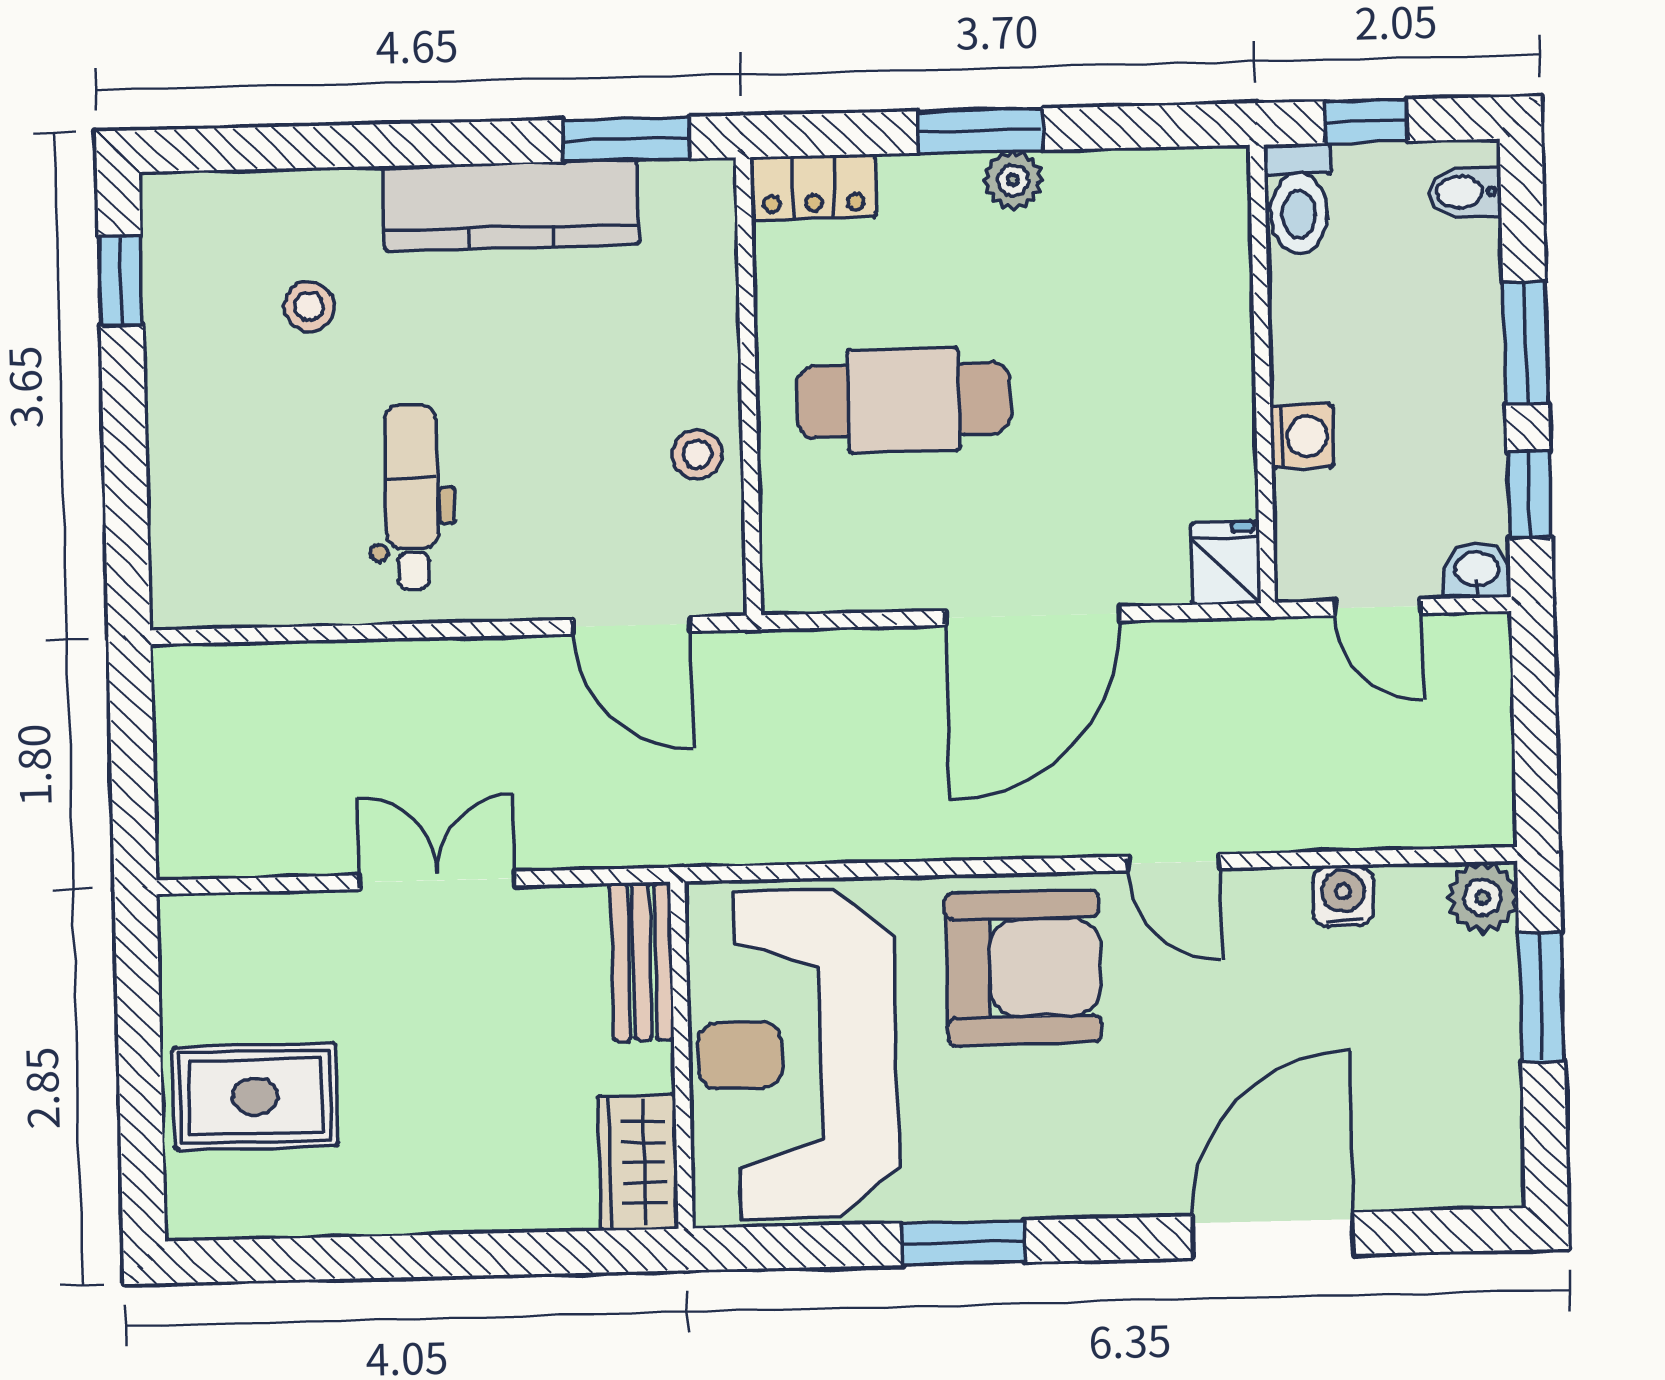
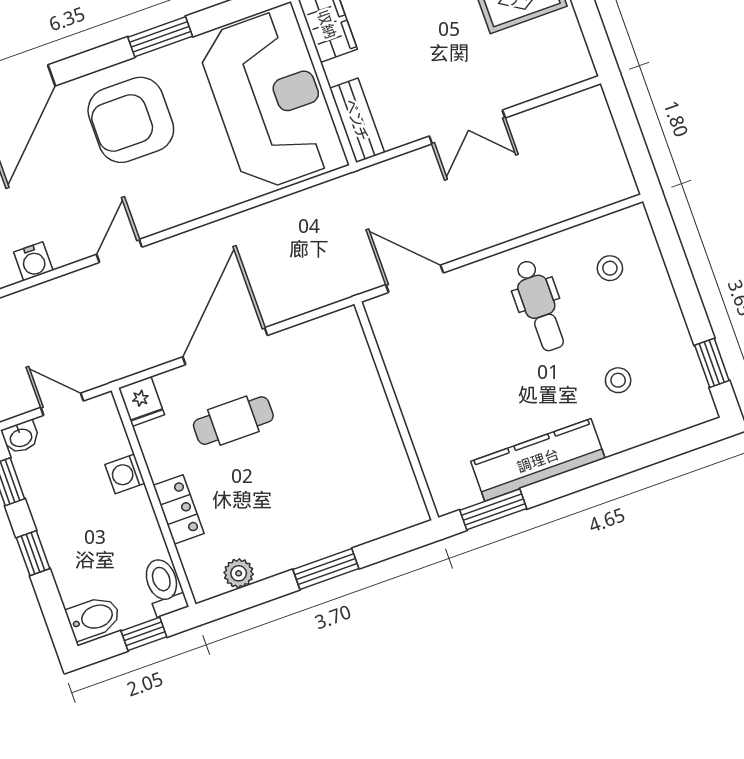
plant: (1013, 180) -> (239, 573), moved
locker: (813, 187) -> (179, 509), moved, turned 90
bidet: (1464, 192) -> (94, 618), width x1.38, depth x1.36
window: (1526, 343) -> (33, 553), width x0.67
cafe table: (904, 400) -> (233, 421), moved, width x0.73, depth x0.74
stool: (697, 454) -> (610, 268), moved
door: (1174, 862) -> (119, 251), hinge flipped
armchair: (1023, 968) -> (131, 120), moved

